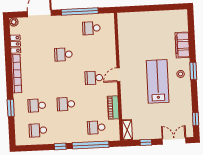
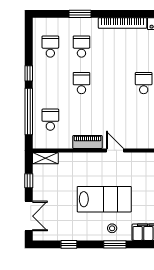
school desk: (94, 78) -> (113, 120), removed
piano: (113, 107) -> (88, 142), moved
window: (196, 119) -> (69, 244), moved

